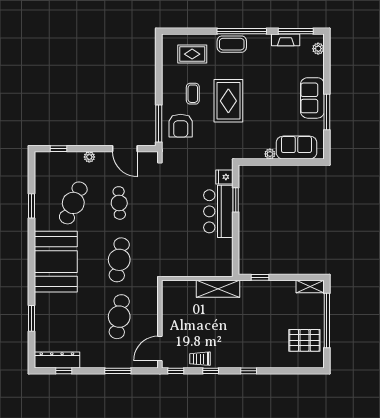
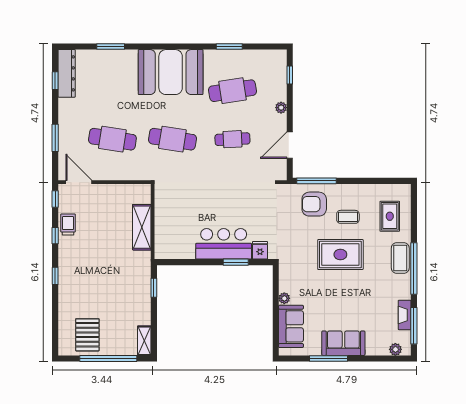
cafe table: (73, 203) -> (232, 91), turned -33
shelving: (218, 289) -> (142, 227), moved

